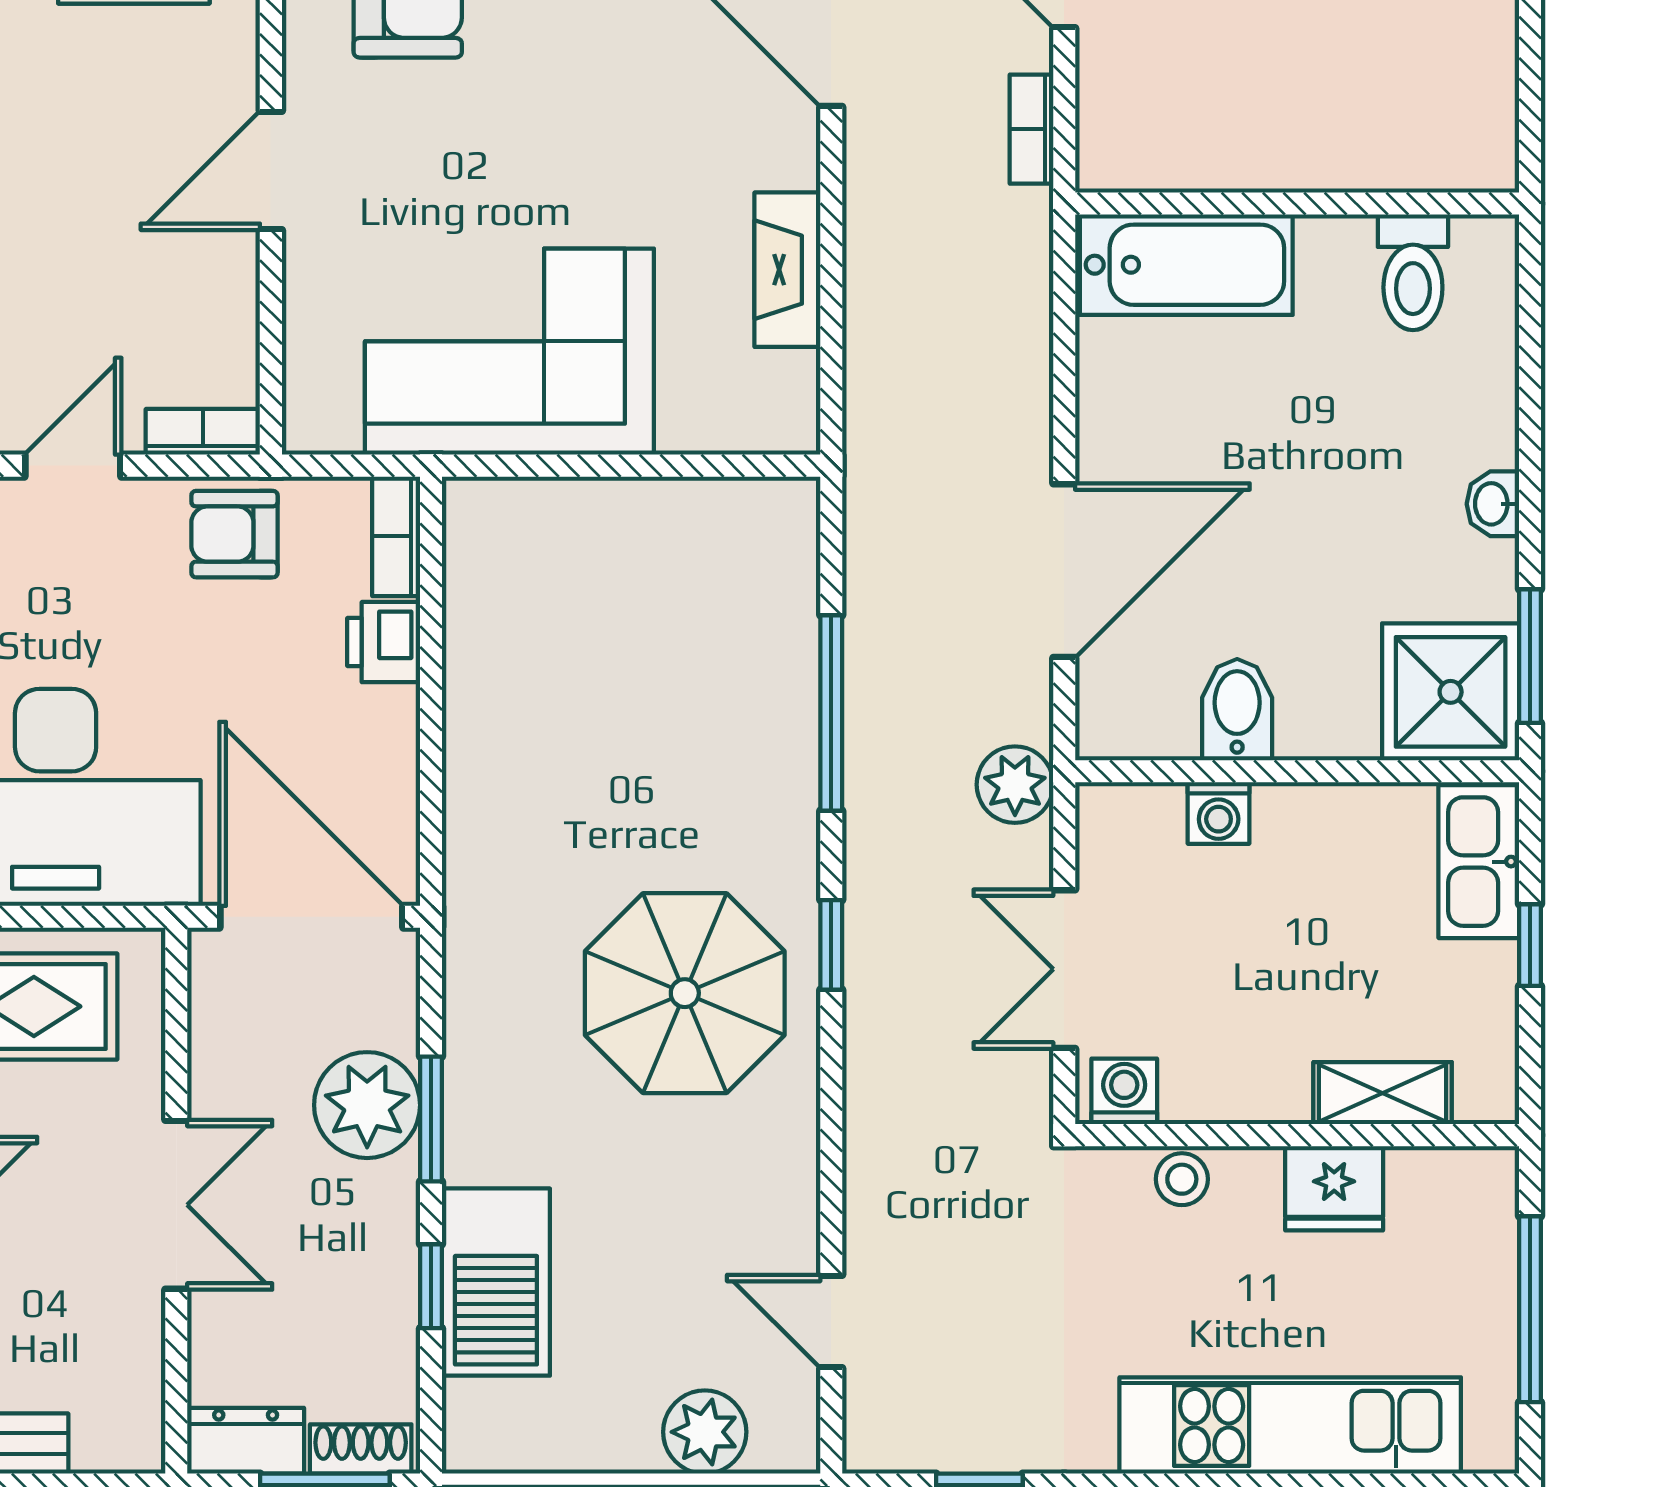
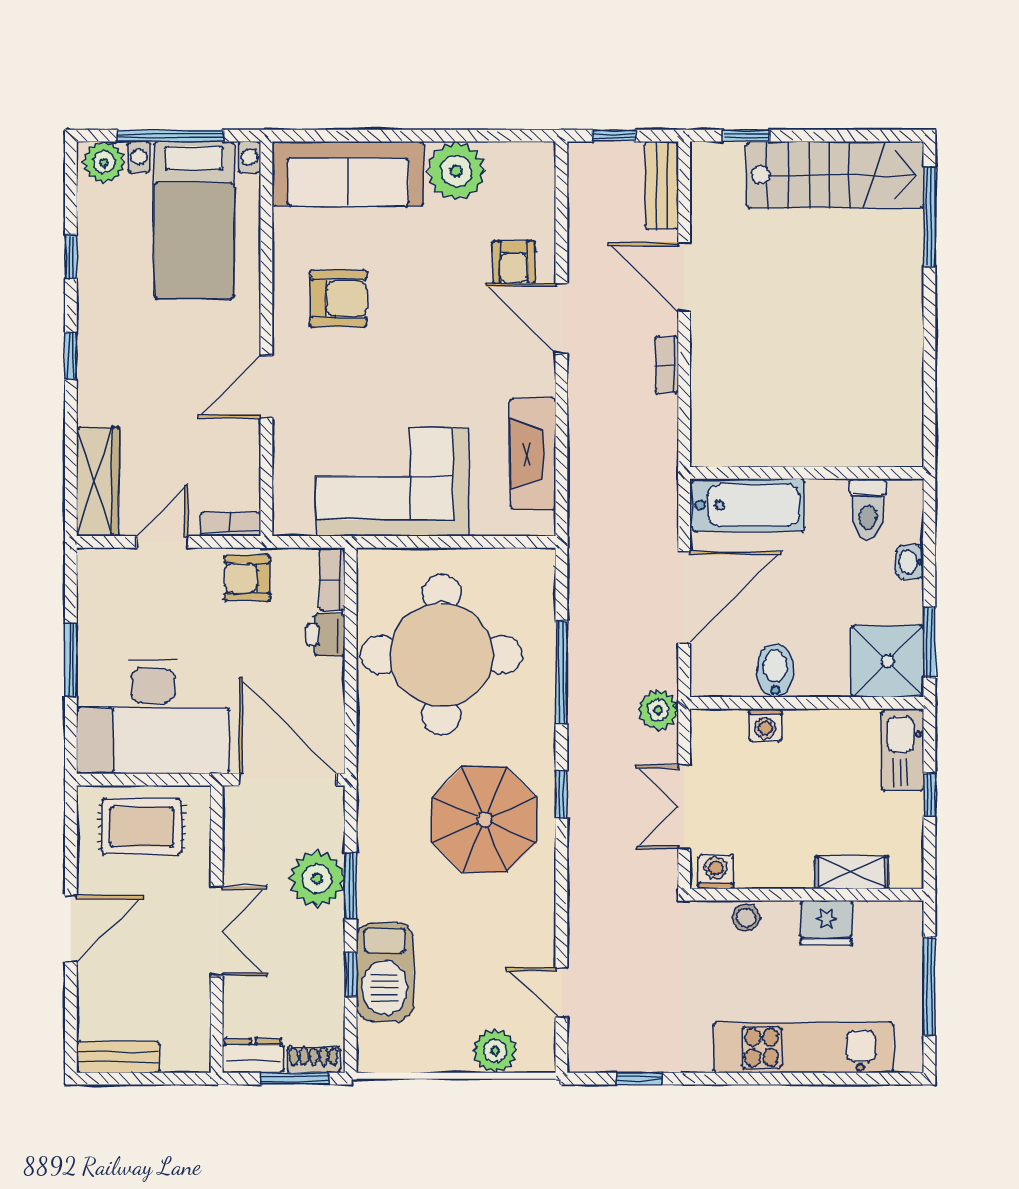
wall: (1297, 204) -> (807, 473), moved
bathtub: (1186, 265) -> (748, 505), moved
fireplace: (787, 270) -> (533, 454), width x1.37, depth x1.32
toilet: (1413, 272) -> (868, 509), moved
round table: (603, 680) -> (441, 655), added

